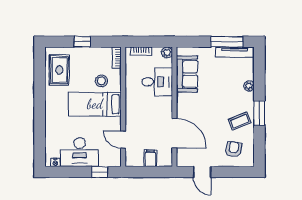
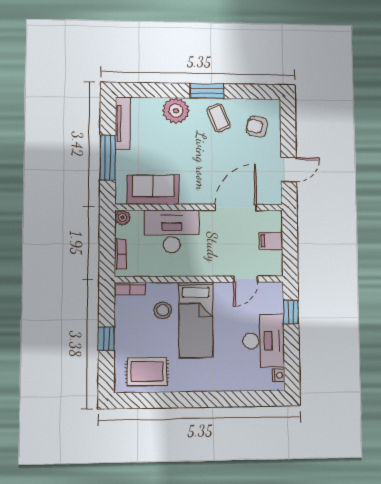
window: (227, 42) -> (108, 158), moved
desk: (157, 82) -> (172, 231), width x1.37
plant: (249, 86) -> (176, 111), width x1.88, depth x1.88

